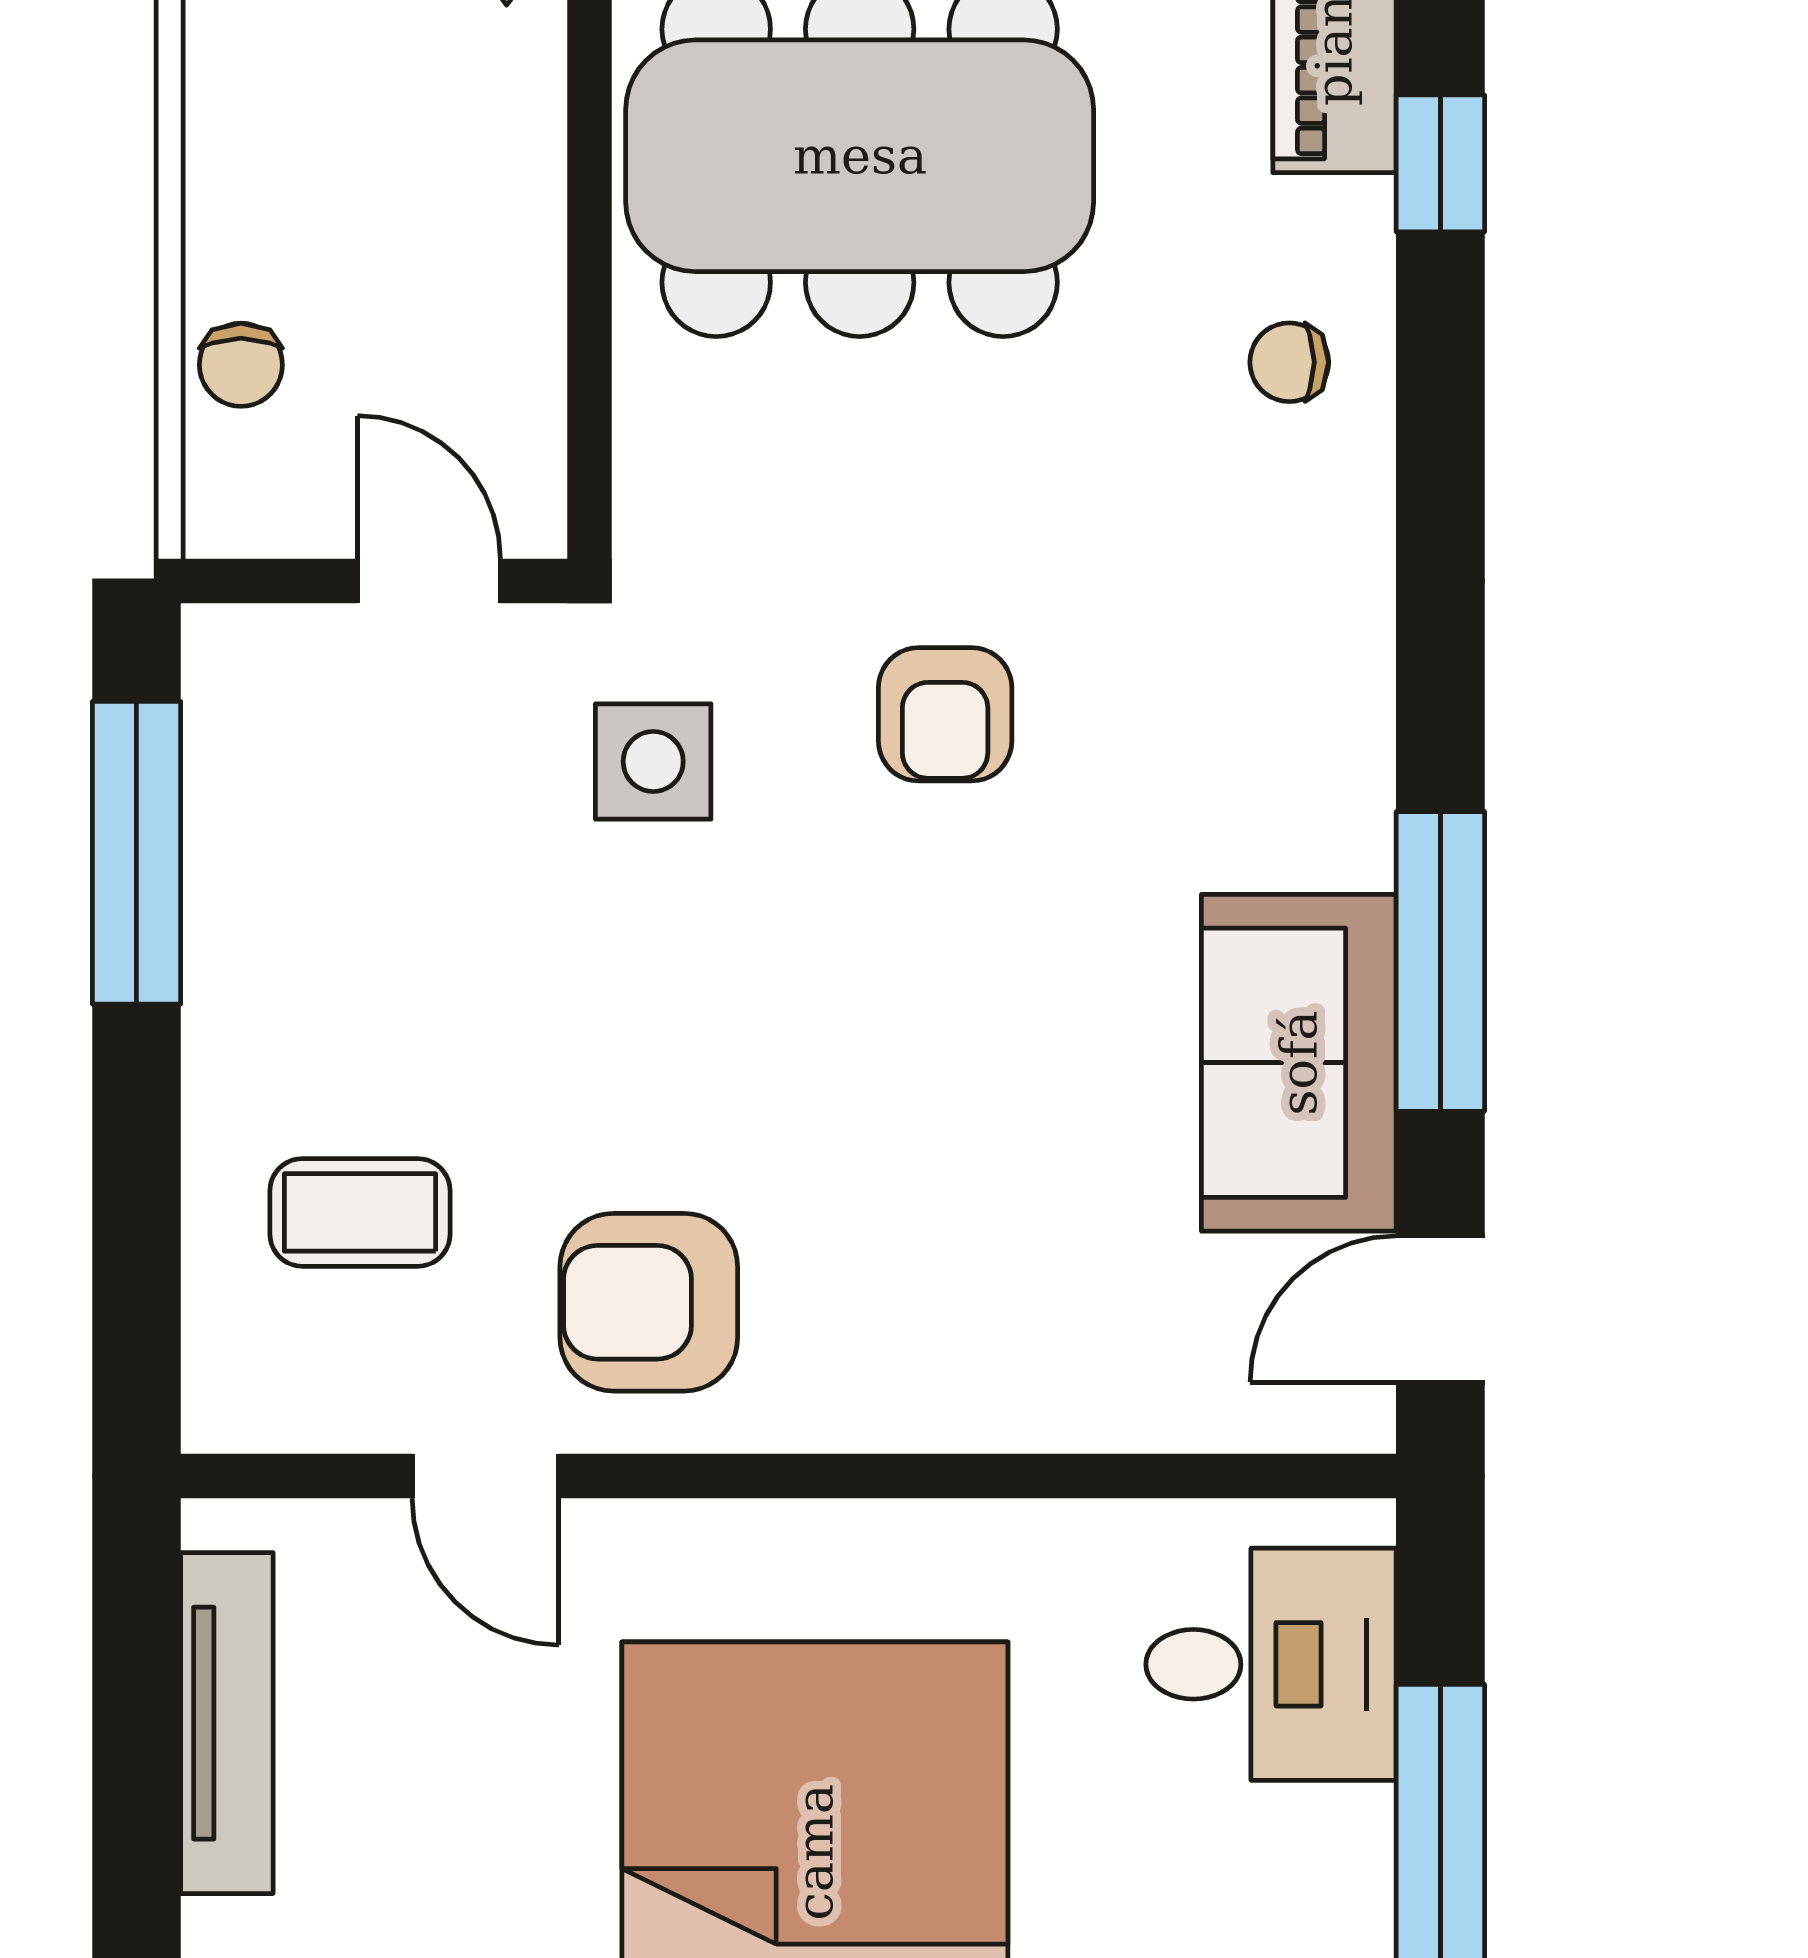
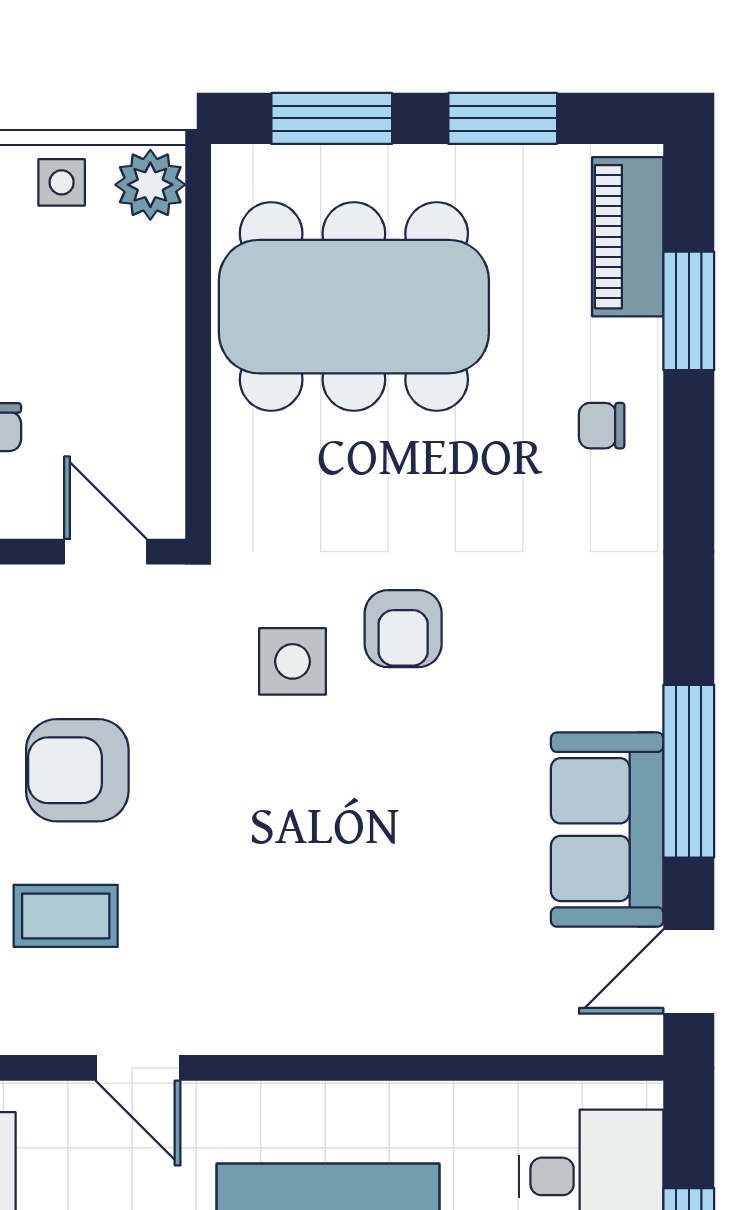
window: (1440, 163) -> (689, 311), width x1.50
side table: (653, 761) -> (293, 661), moved
armchair: (649, 1302) -> (77, 770), moved

